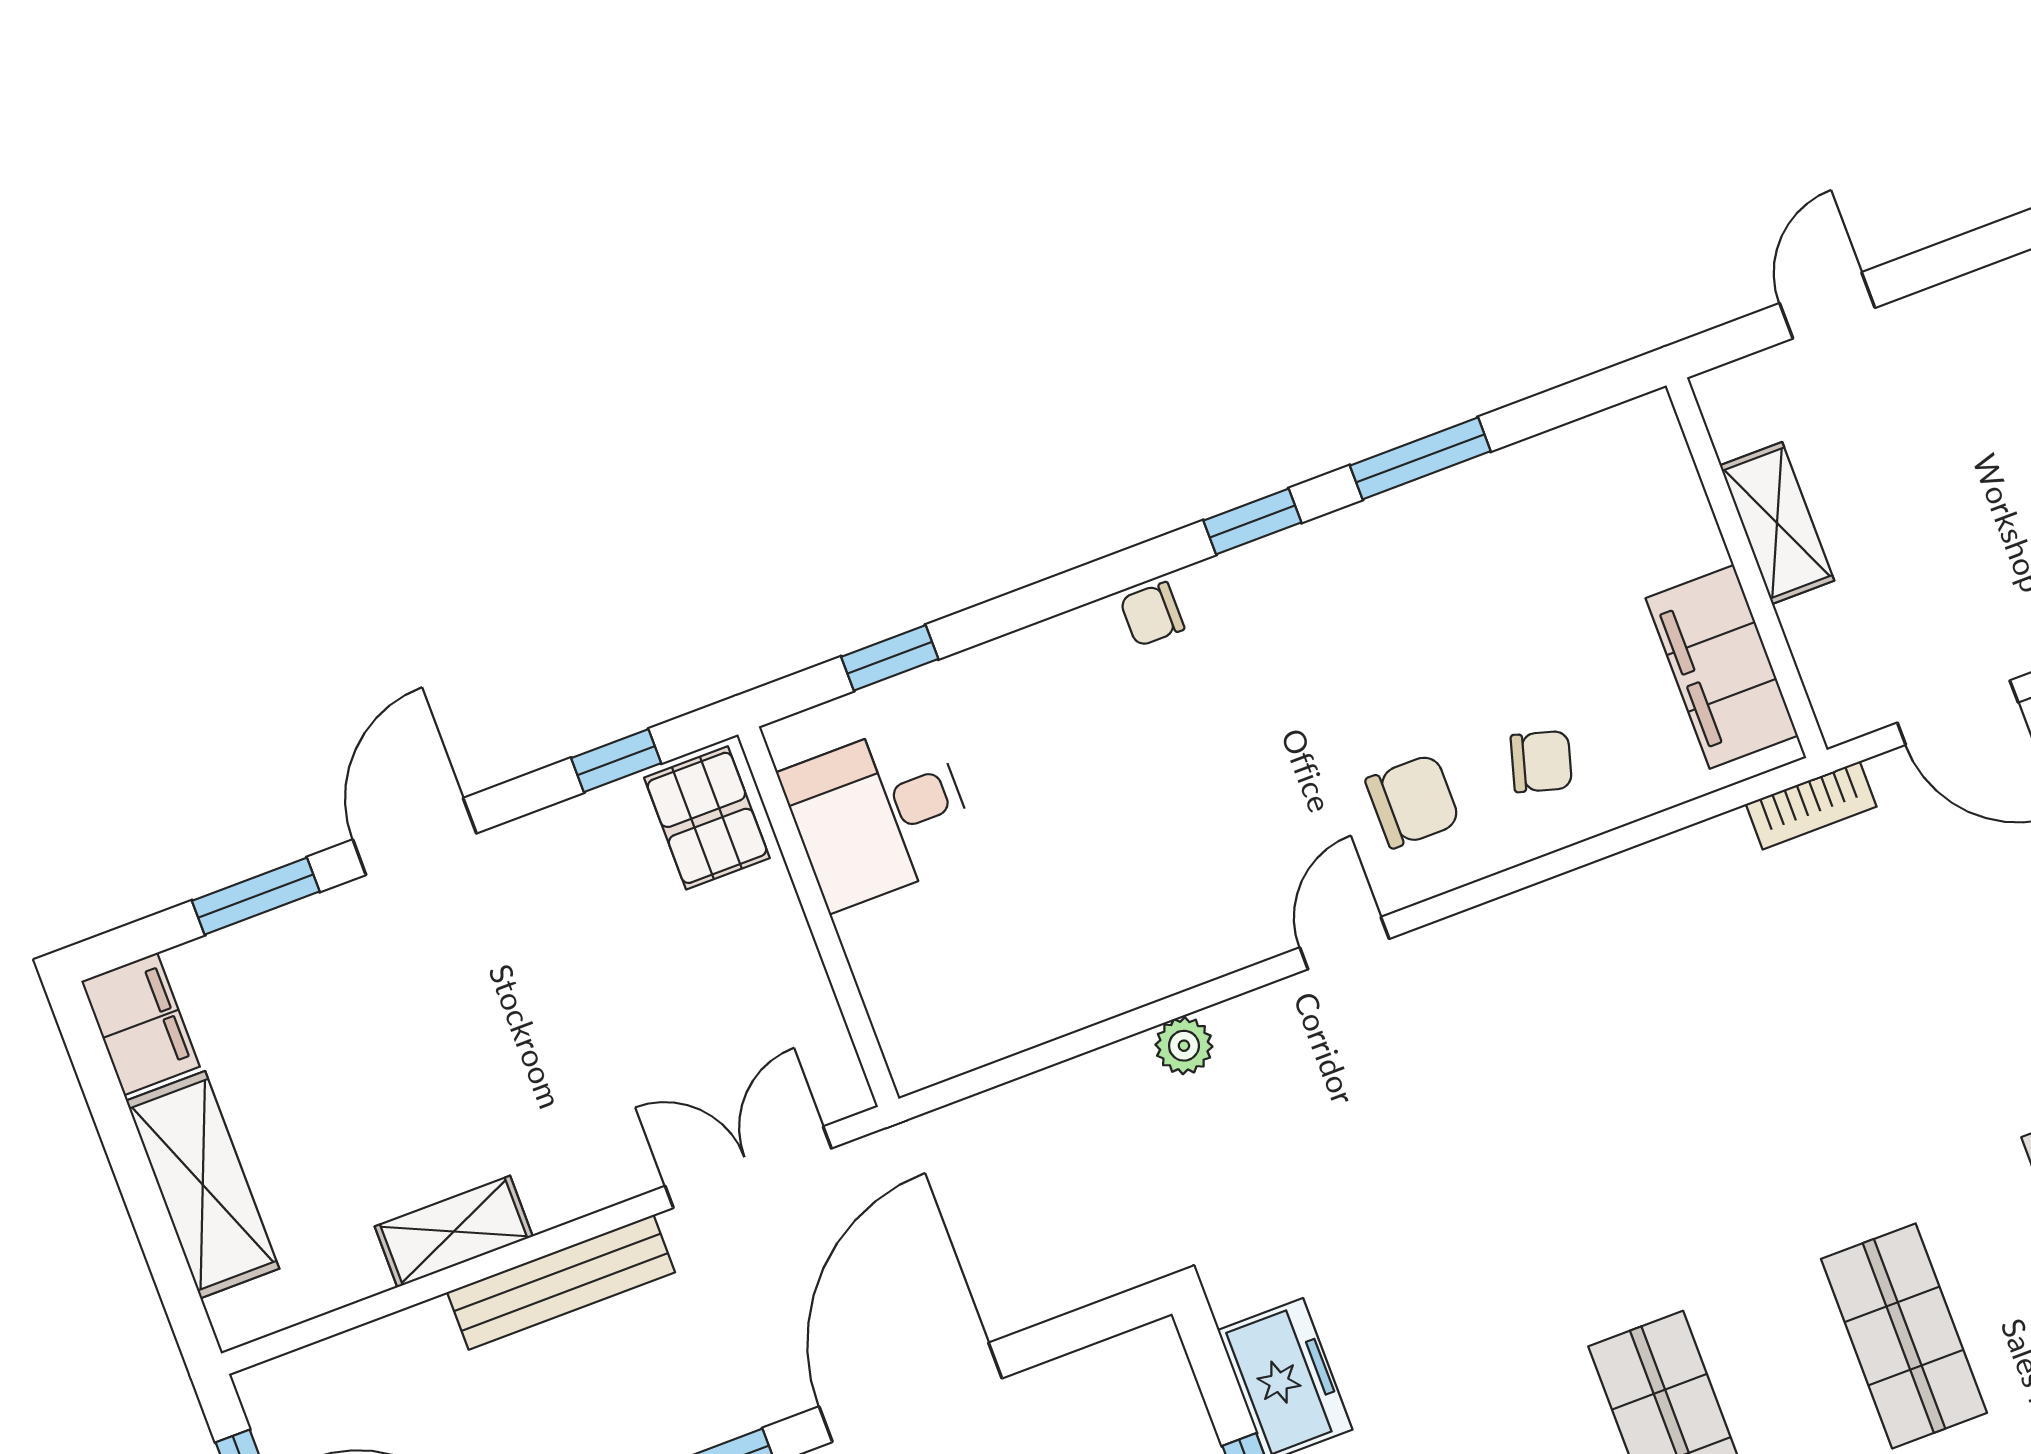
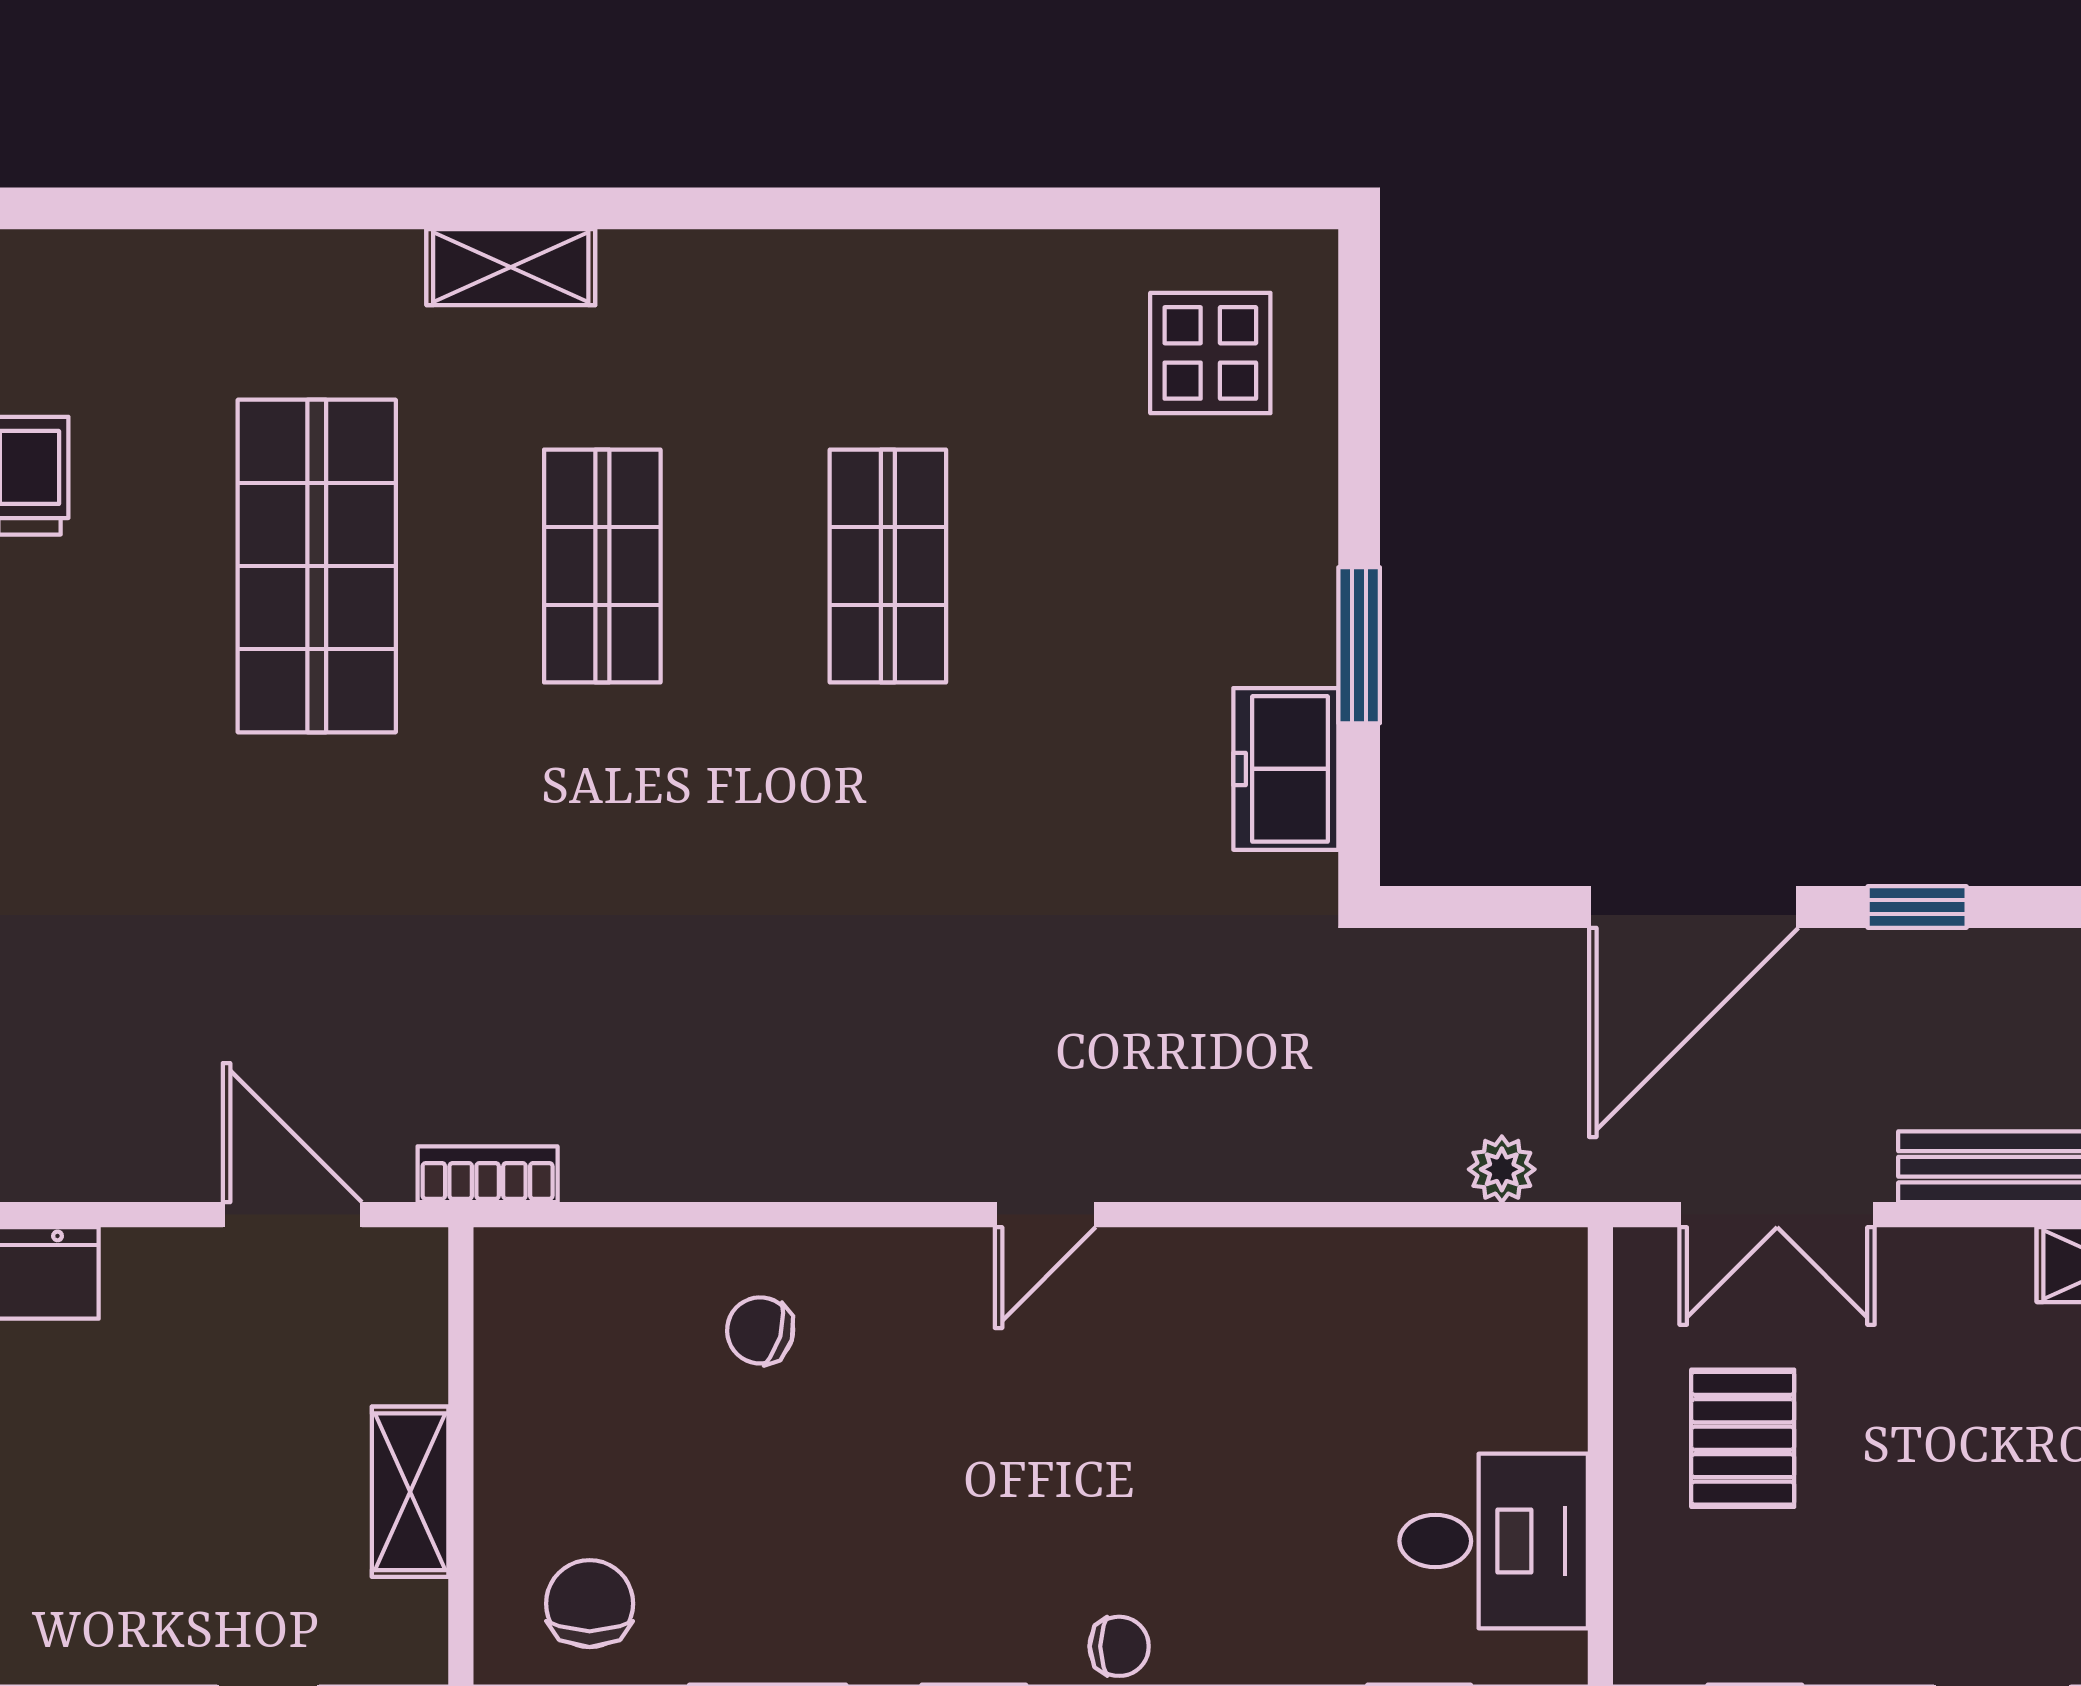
filing cabinet: (1722, 667) -> (528, 1359), removed
chair: (1413, 801) -> (590, 1604), moved, turned 90
pallet: (707, 818) -> (1743, 1438), moved
plant: (1184, 1046) -> (1502, 1169), moved

